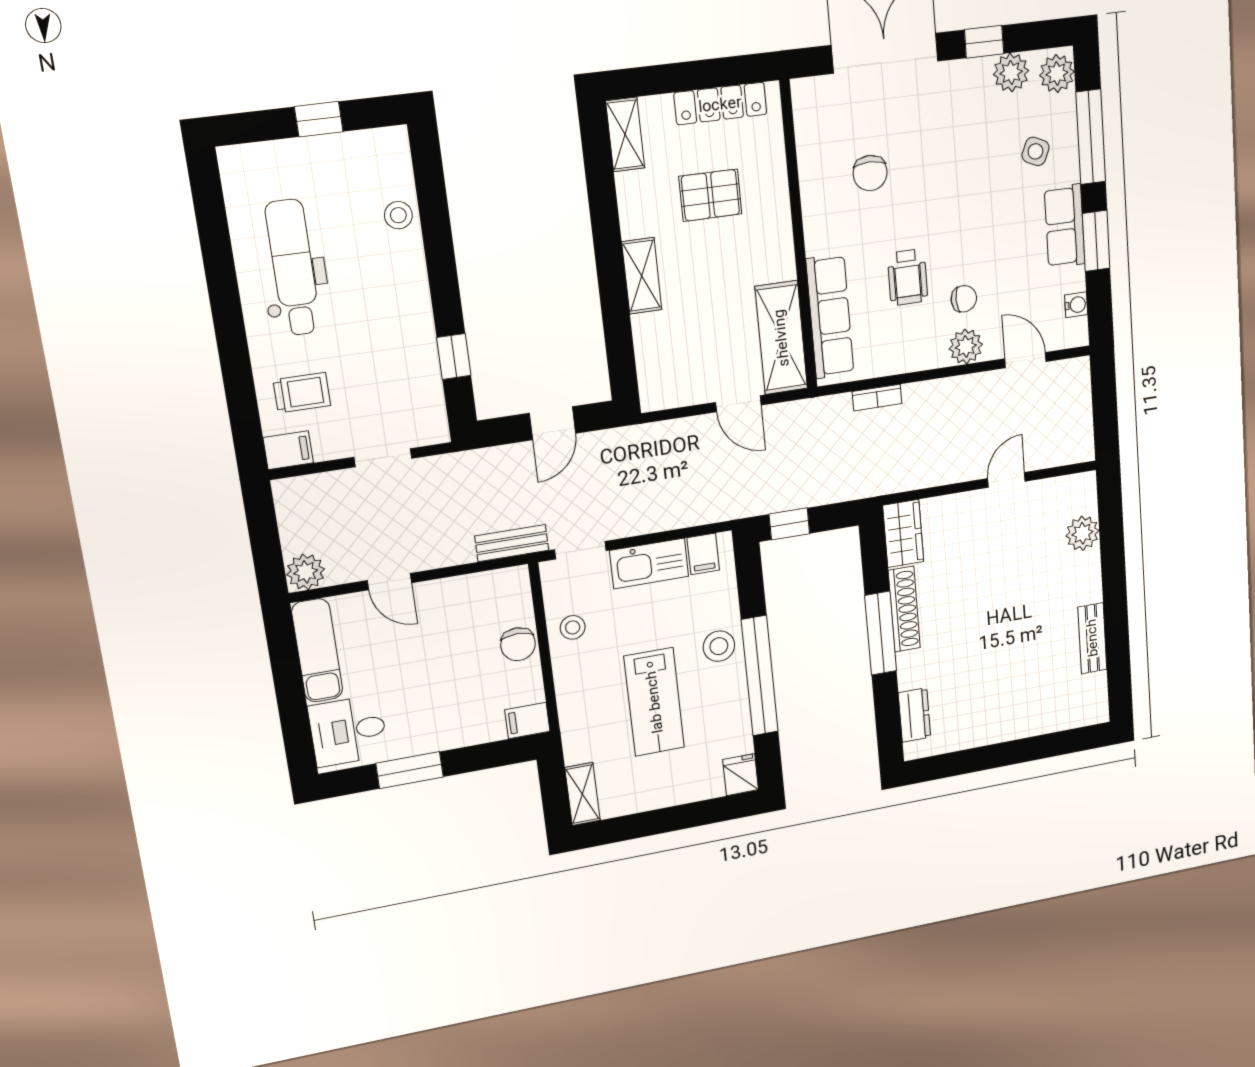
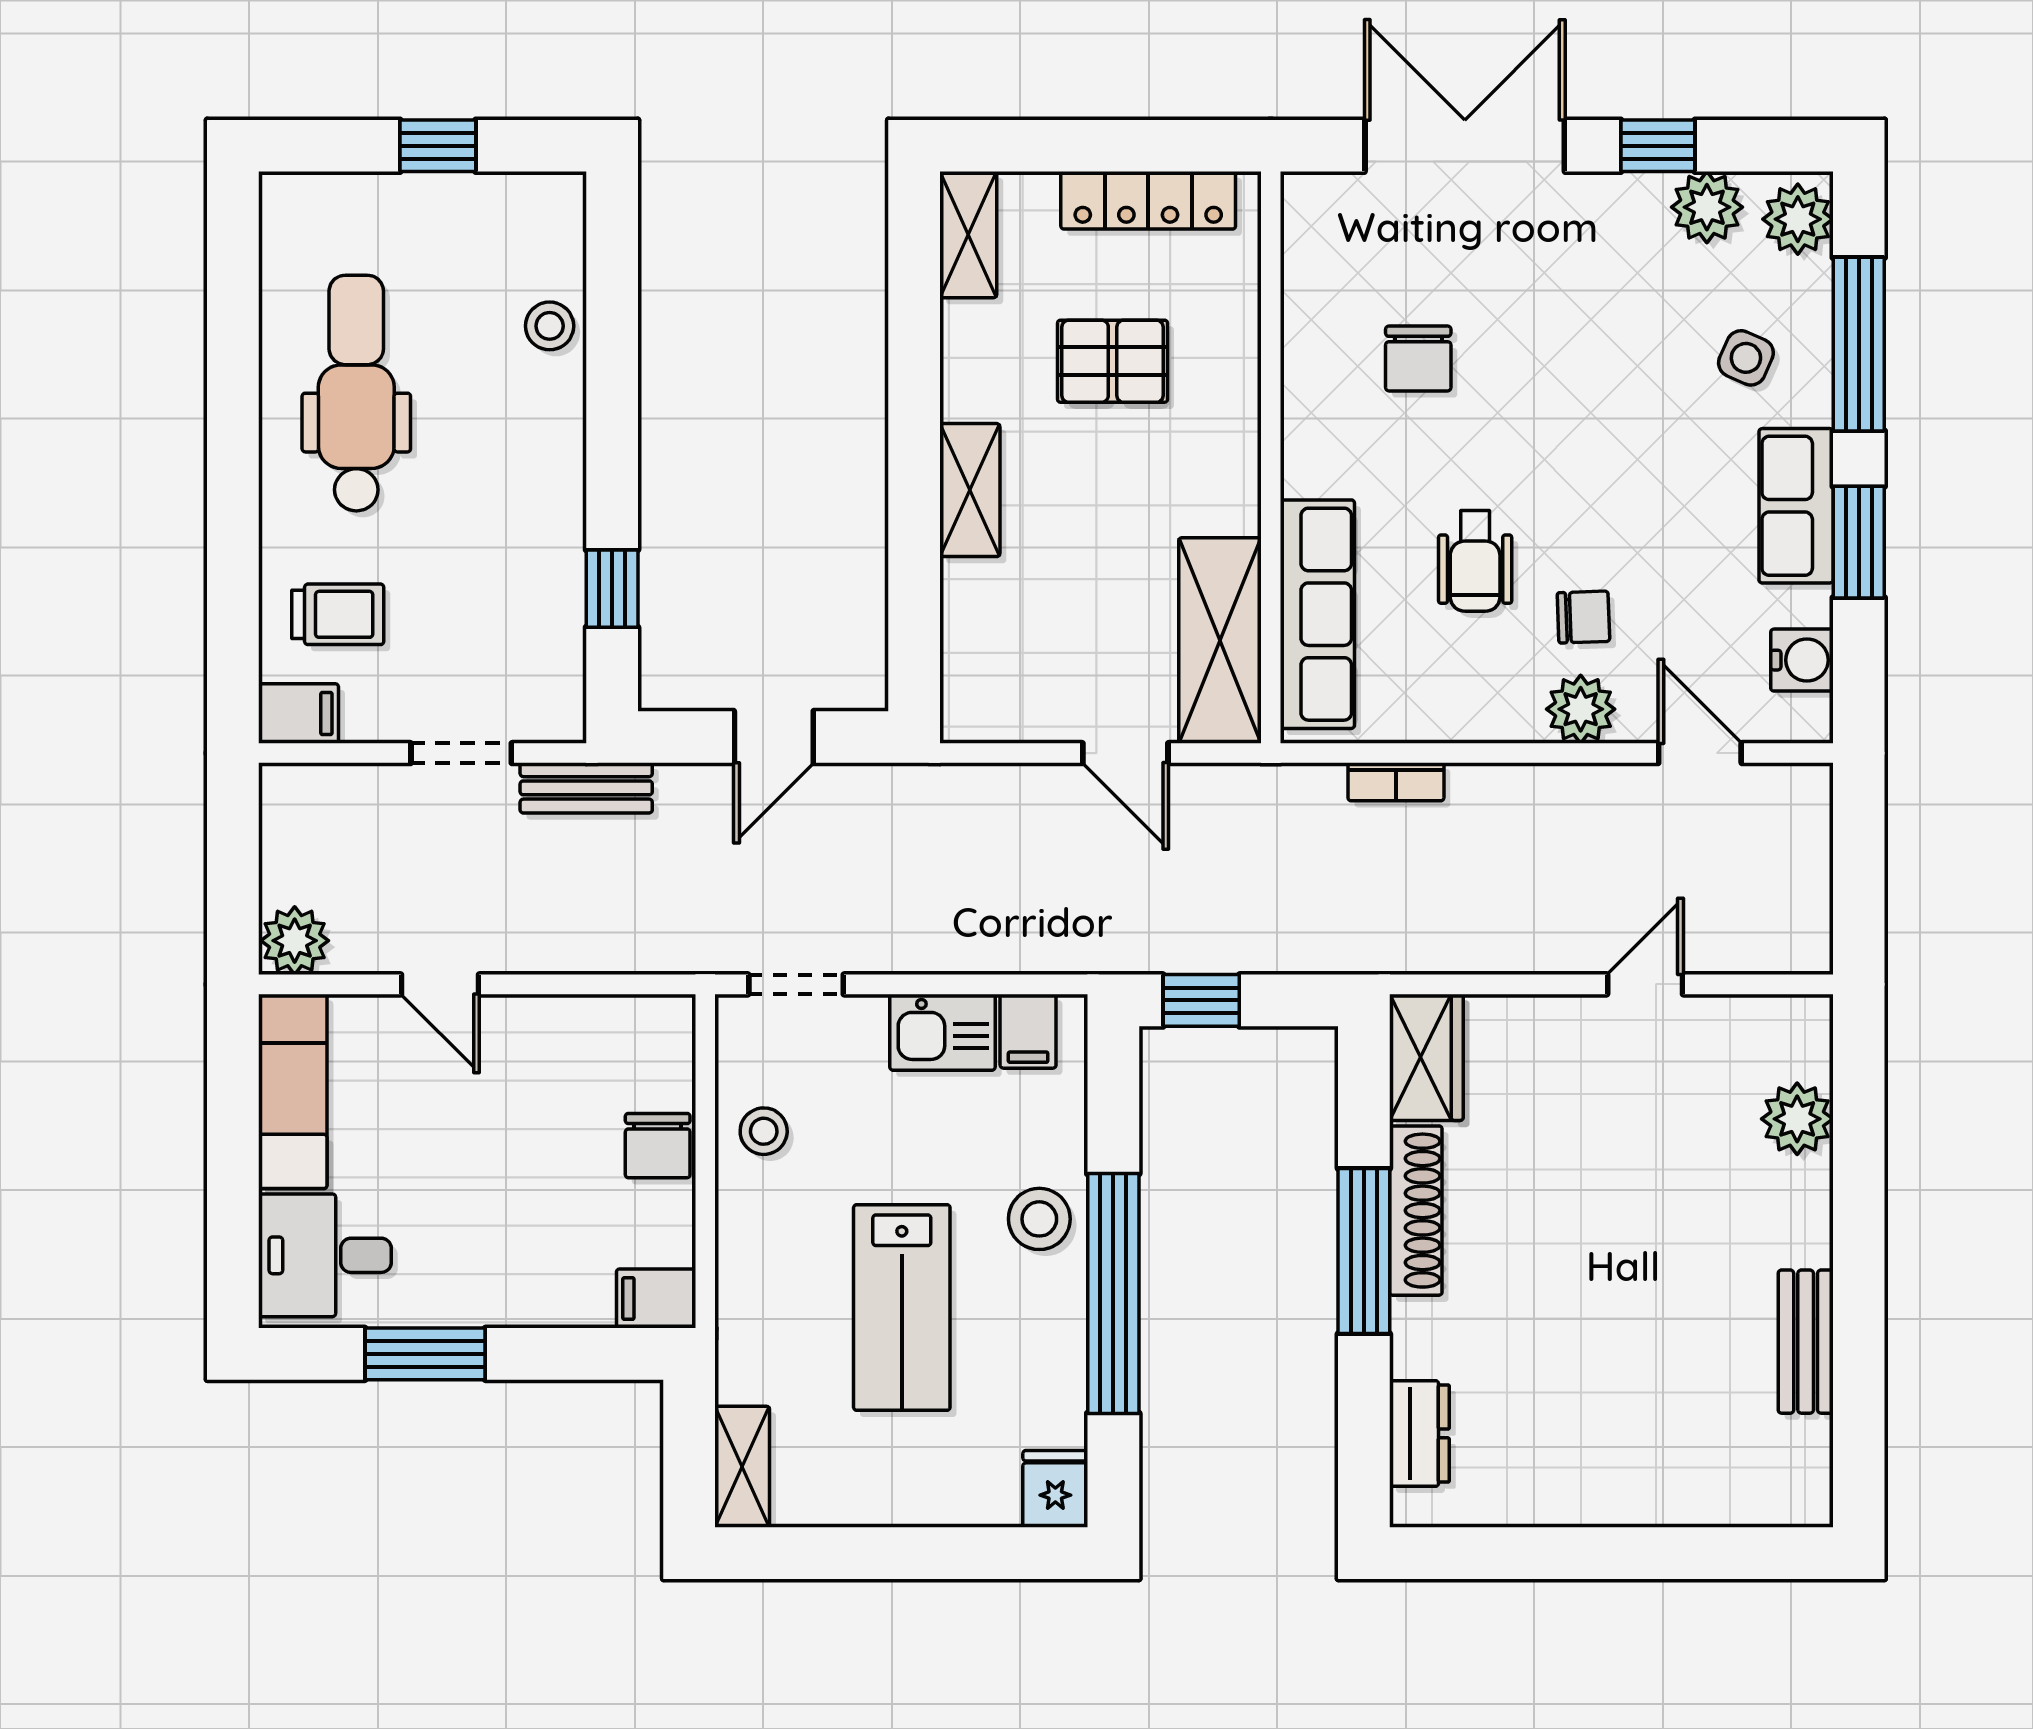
water cooler: (1076, 305) -> (1802, 660), width x1.38, depth x1.38
bench: (512, 543) -> (586, 788), moved
kitchen sink: (649, 563) -> (942, 1032), width x0.73

